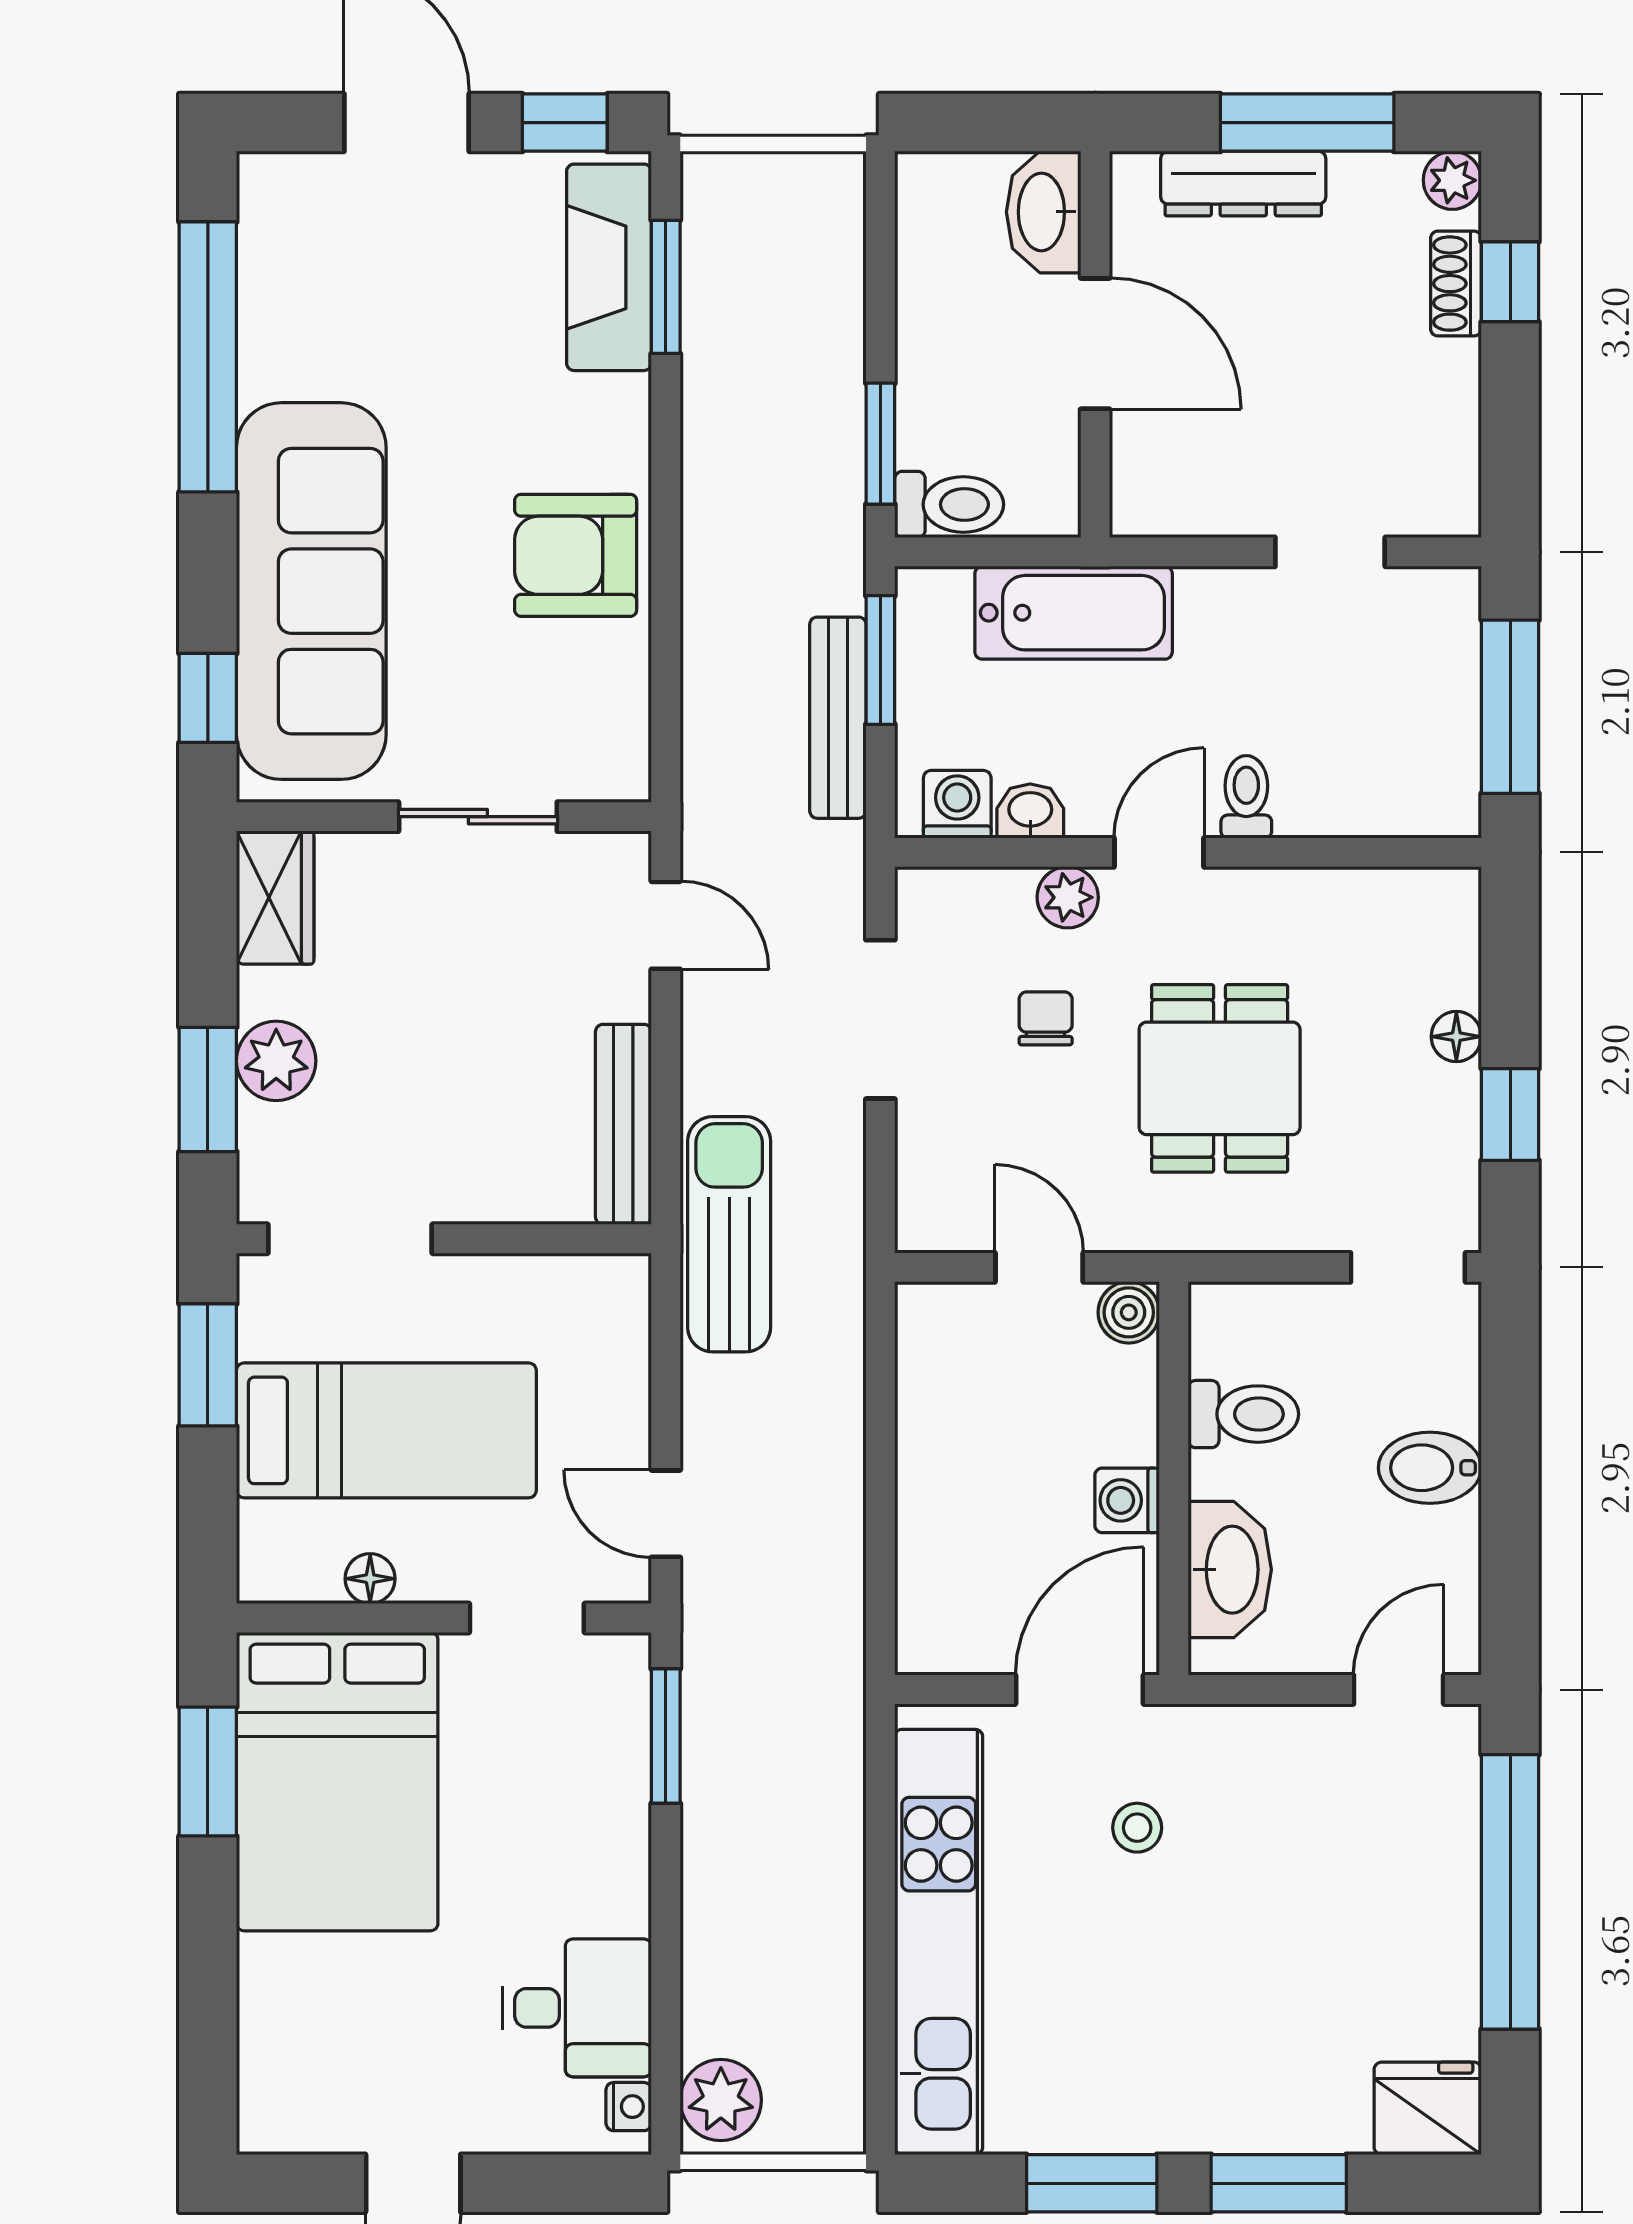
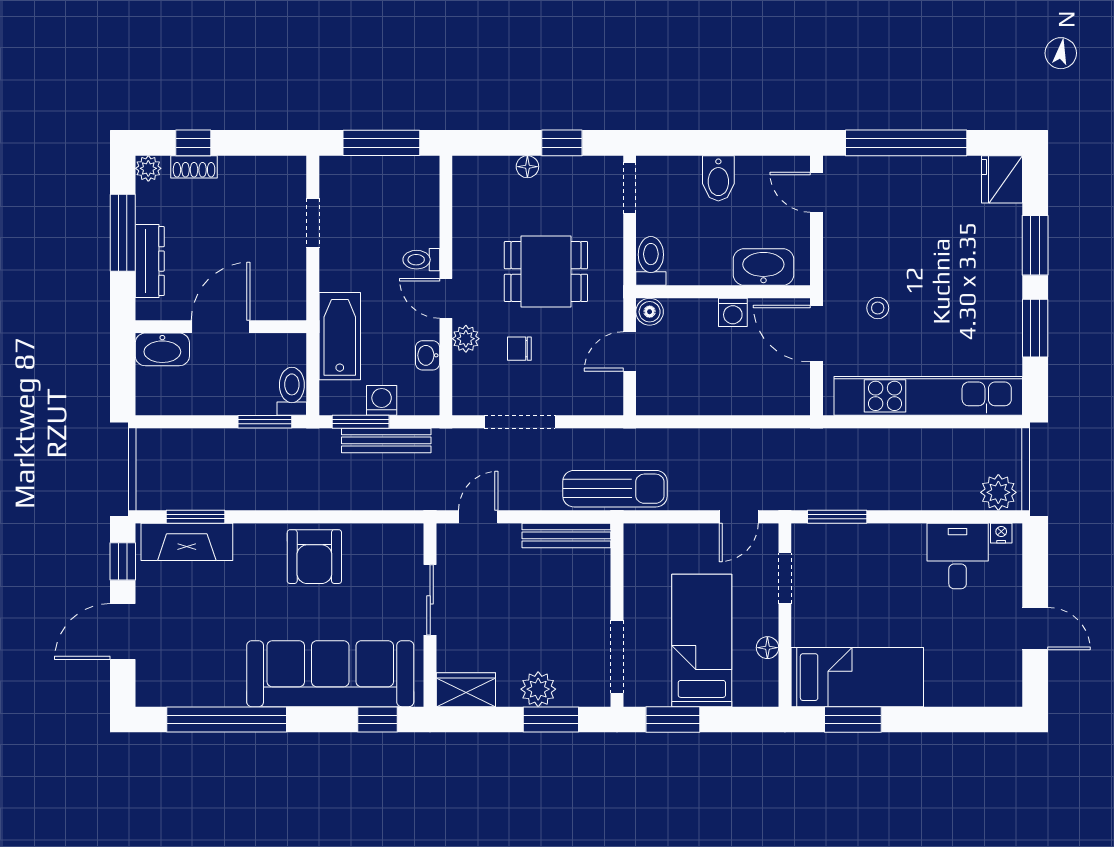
washing machine: (957, 804) -> (382, 400), moved, turned 90
sun lounger: (729, 1234) -> (615, 489), turned 180
toilet: (1243, 1414) -> (651, 261), moved
bed: (337, 1782) -> (857, 677), width x0.67

